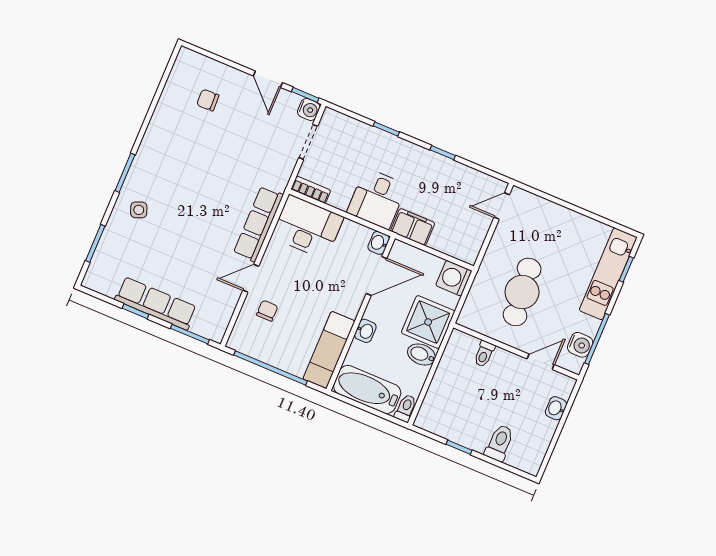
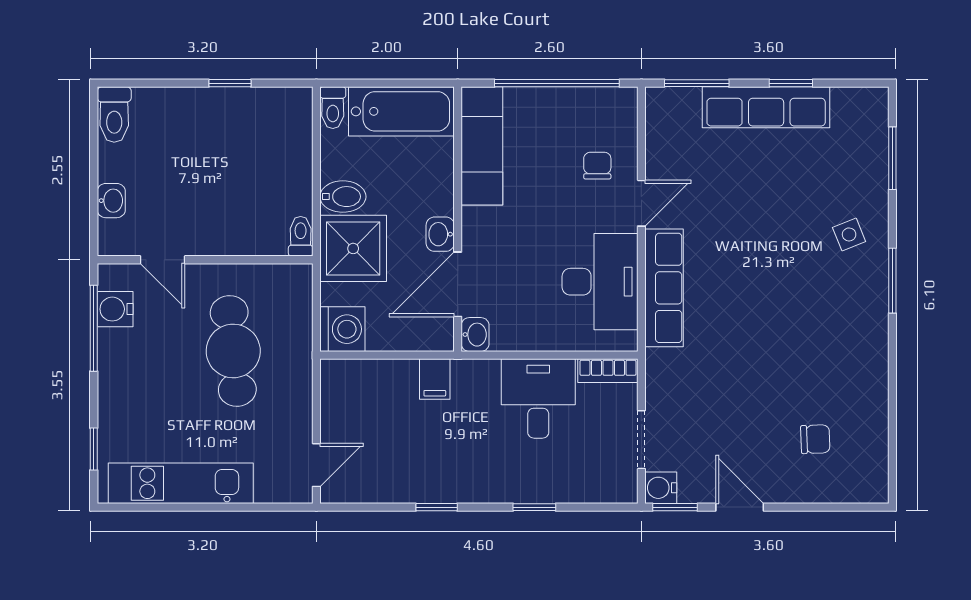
desk: (377, 199) -> (538, 398), moved
desk: (307, 227) -> (600, 282), moved, turned -90
filing cabinet: (413, 227) -> (435, 379), width x0.50
kitchen unit: (608, 274) -> (181, 483), moved, turned -90
chair: (267, 311) -> (597, 166), turned 180
washbasin: (365, 331) -> (440, 234), moved
toilet: (484, 354) -> (301, 236), moved
door: (541, 362) -> (163, 260), hinge flipped
toilet: (499, 443) -> (114, 114), moved

